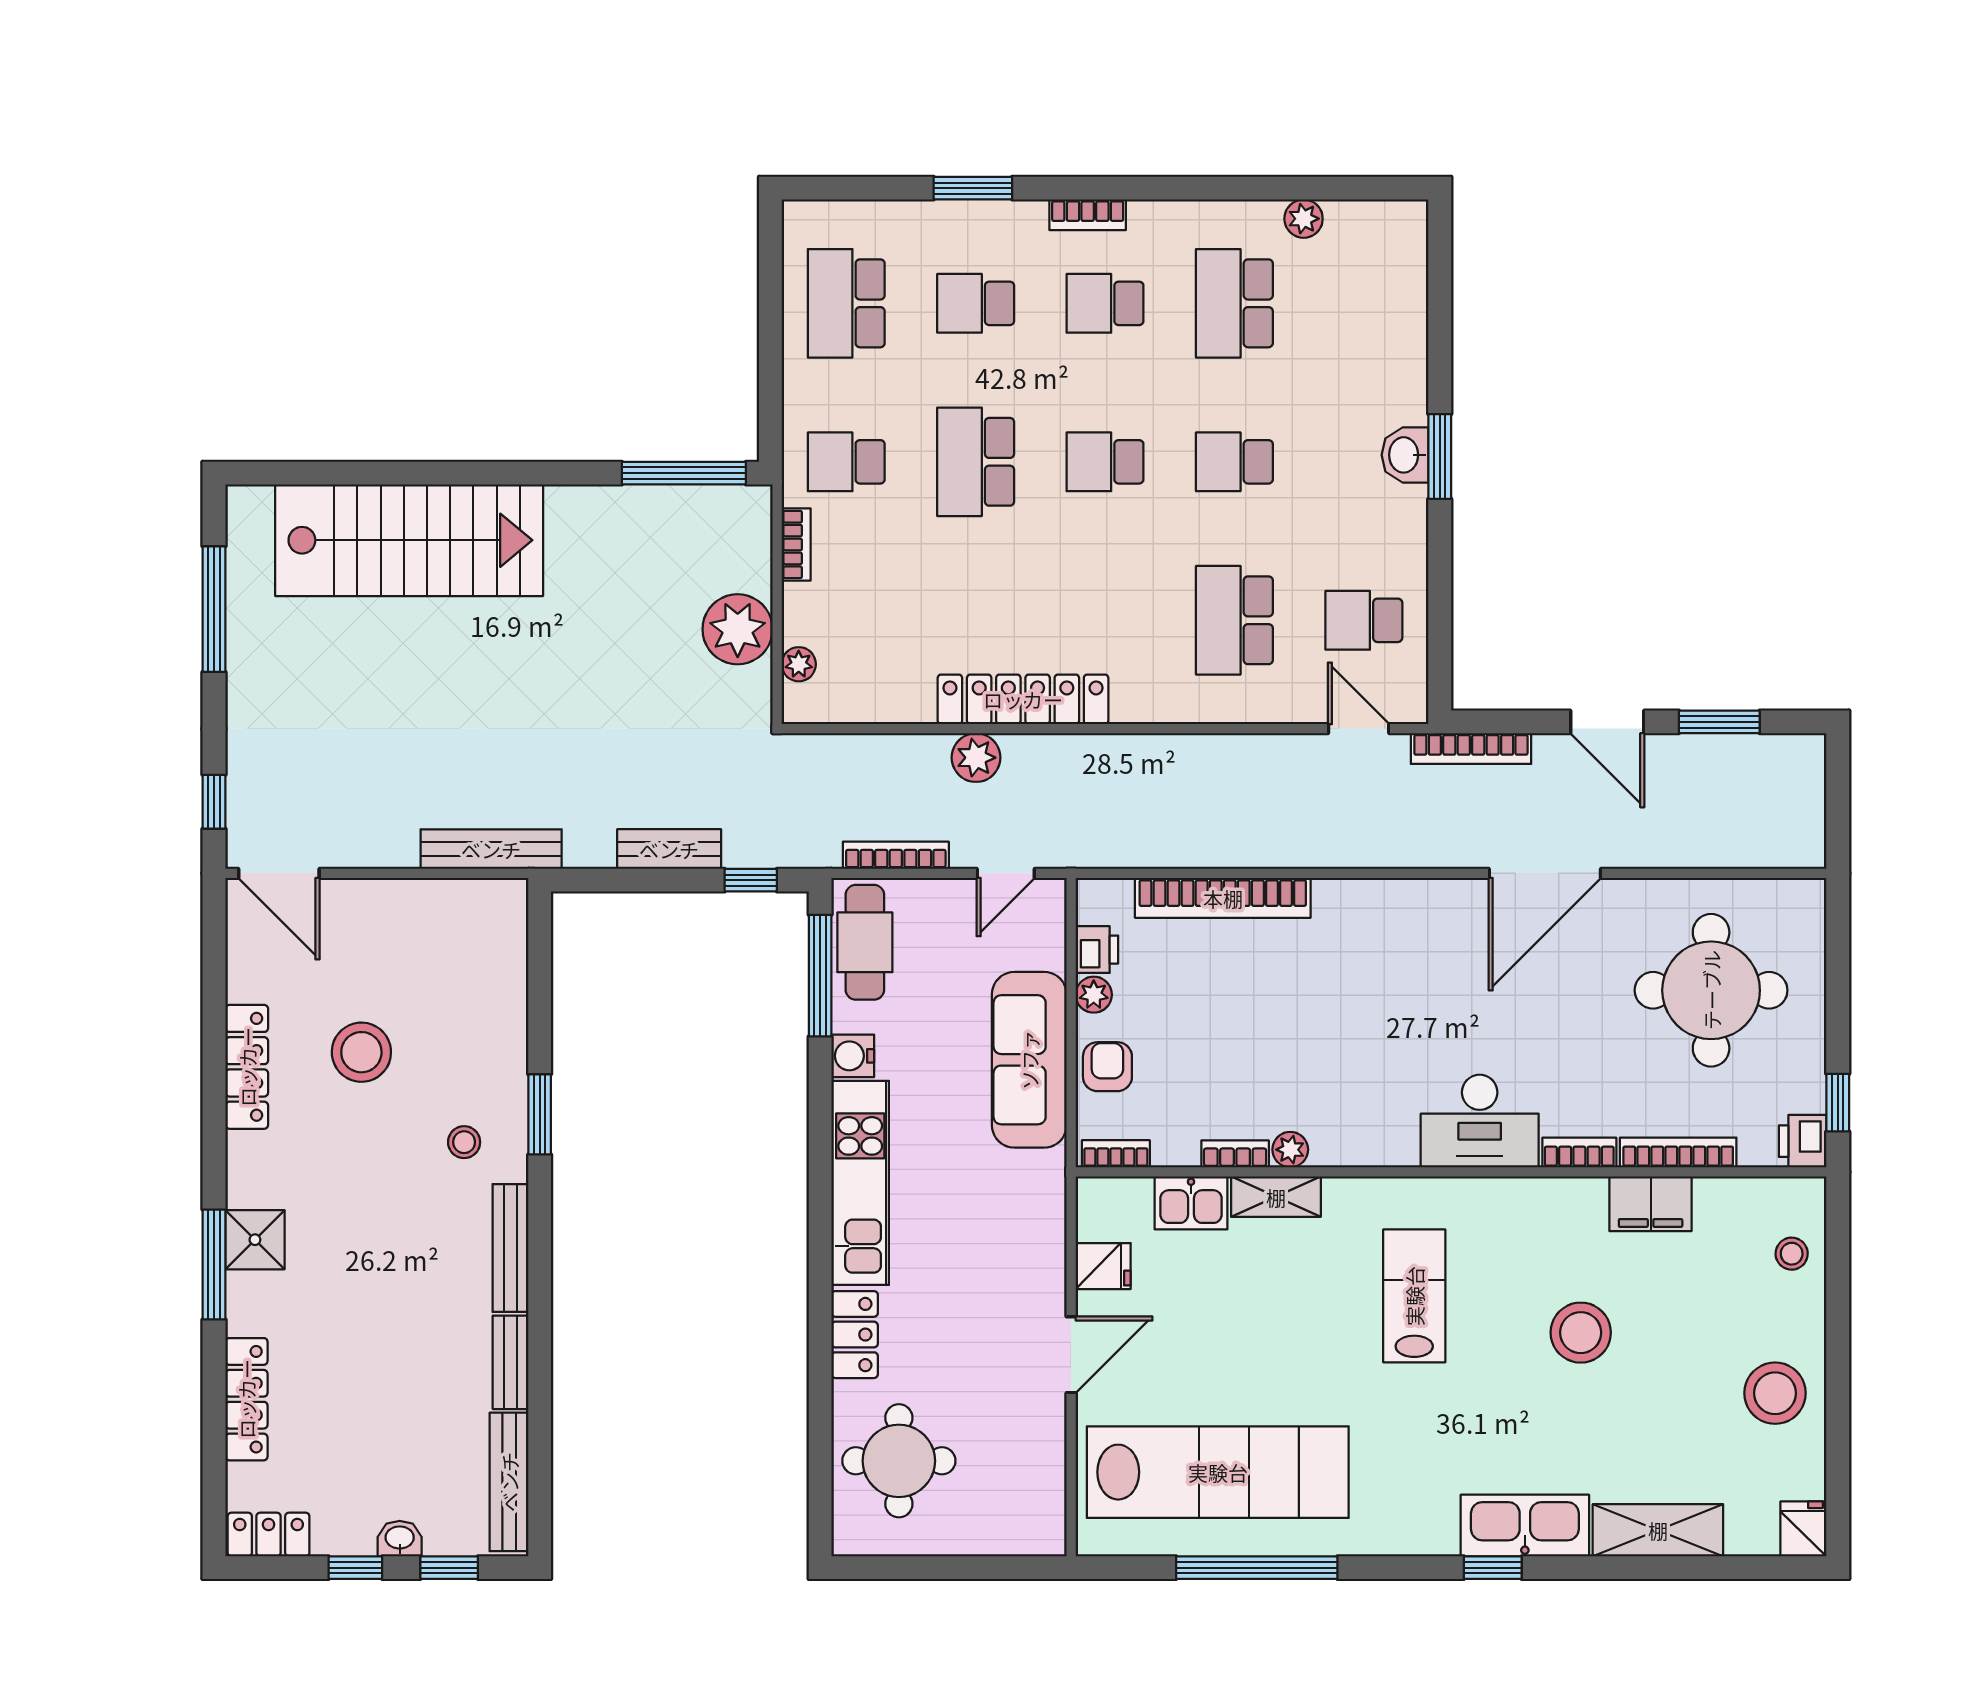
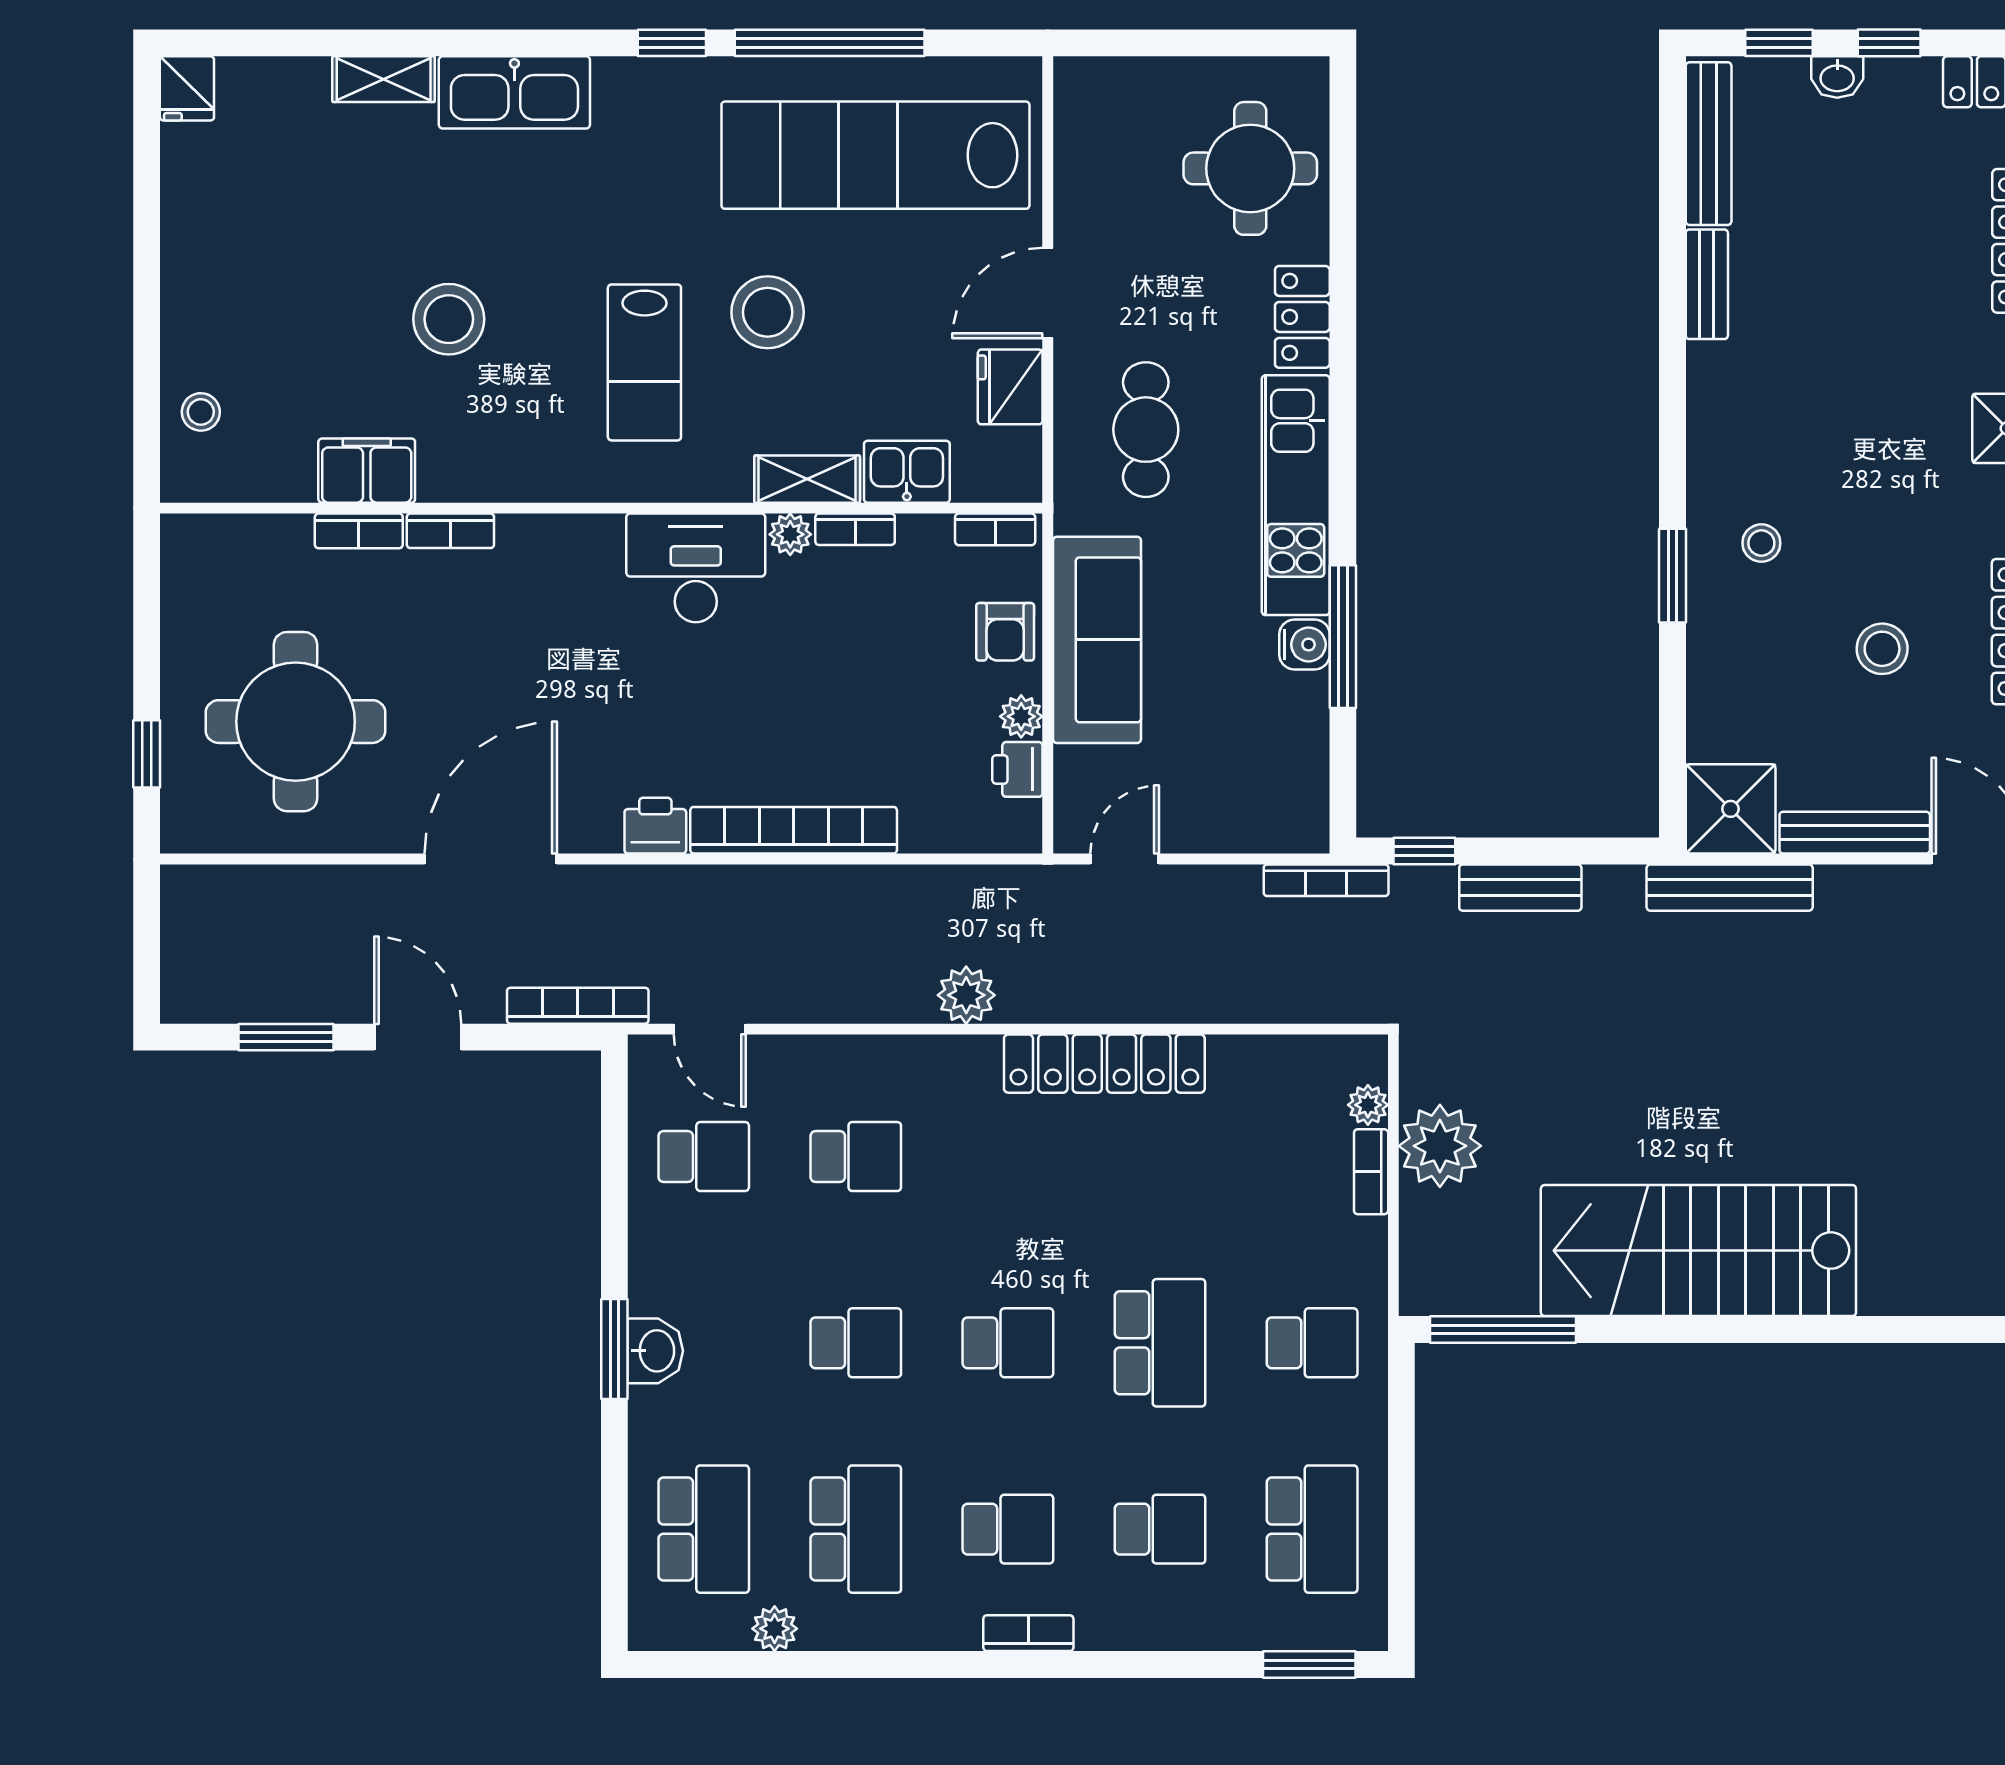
window: (973, 188) -> (1309, 1664), moved
school desk: (1364, 303) -> (704, 1529), added
stairs: (409, 540) -> (1698, 1251), moved
bookcase: (796, 545) -> (1371, 1172), moved
school desk: (1234, 620) -> (856, 1157), width x0.54
plant: (976, 758) -> (966, 995), moved
bookcase: (896, 855) -> (1326, 880), moved
bookcase: (1223, 898) -> (794, 830), moved
shower: (490, 916) -> (1731, 809), added
cafe table: (865, 942) -> (1146, 430), moved
window: (820, 976) -> (1343, 637), moved
stool: (361, 1052) -> (1882, 649), width x0.73, depth x0.73
window: (1838, 1103) -> (147, 754), moved
desk: (1480, 1121) -> (696, 568), moved
printer: (1803, 1141) -> (655, 826), moved, turned -90
bookcase: (1678, 1152) -> (359, 531), width x0.64
bench: (510, 1248) -> (1855, 833), moved, turned 90
fridge: (1103, 1266) -> (1010, 387), width x1.38
stool: (1775, 1393) -> (768, 312), moved
shelving: (1658, 1530) -> (384, 79), width x0.67, depth x0.75
window: (1493, 1568) -> (672, 43), moved

